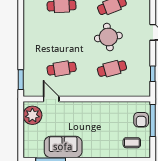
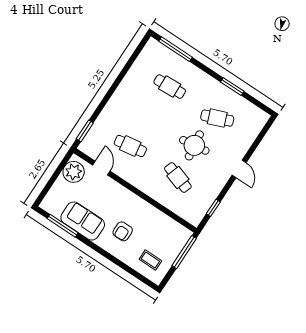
cafe table: (112, 69) -> (178, 177), turned 33
armchair: (141, 120) -> (123, 231), moved

